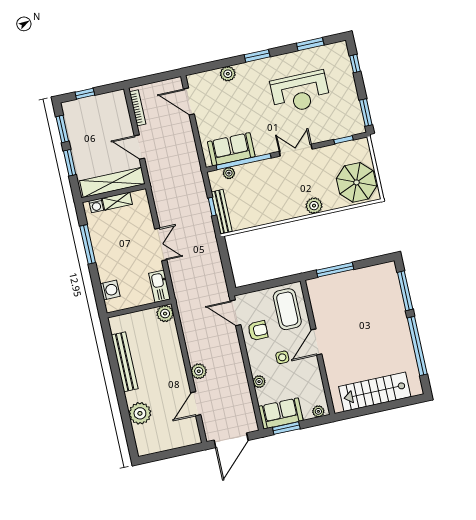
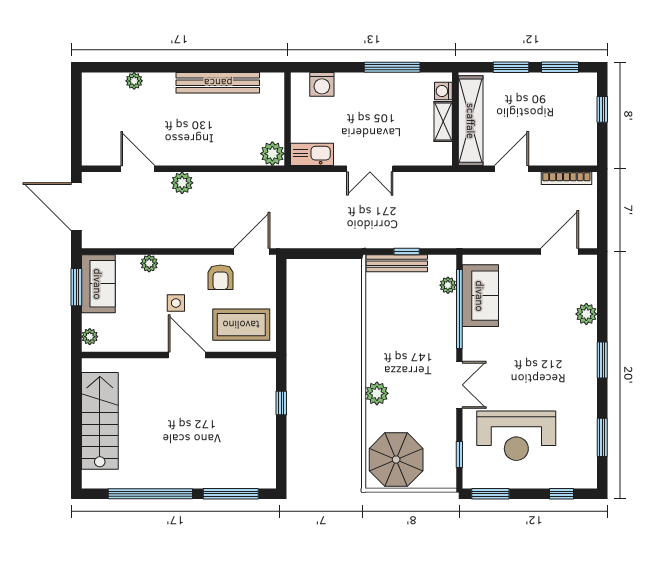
reception desk: (300, 92) -> (516, 436), moved, turned -90
window: (335, 270) -> (281, 403), width x0.46
plant: (140, 413) -> (134, 81), width x0.53, depth x0.53

